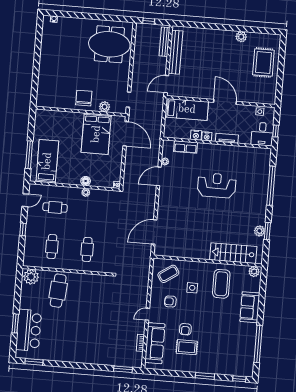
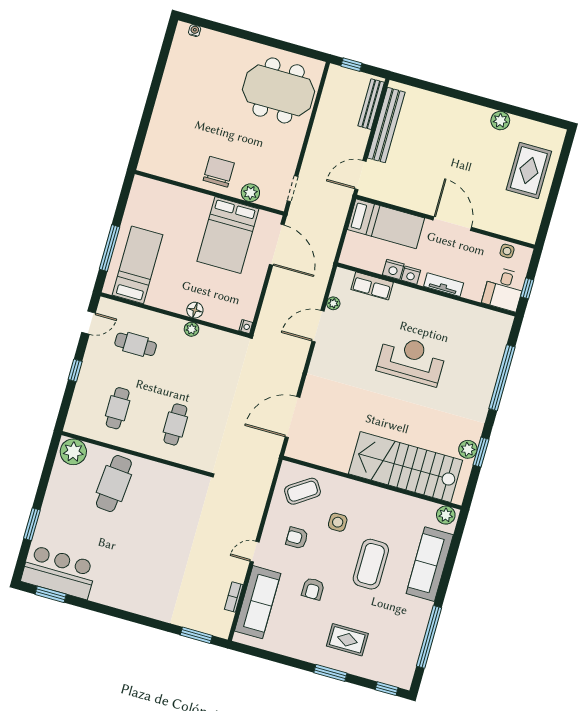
stairs: (233, 253) -> (406, 467), width x1.36, depth x1.51
coffee table: (221, 284) -> (371, 564), moved
sofa: (250, 307) -> (430, 564), width x1.36
bar counter: (29, 330) -> (59, 572), moved, turned -90
rug: (187, 347) -> (347, 640), moved

